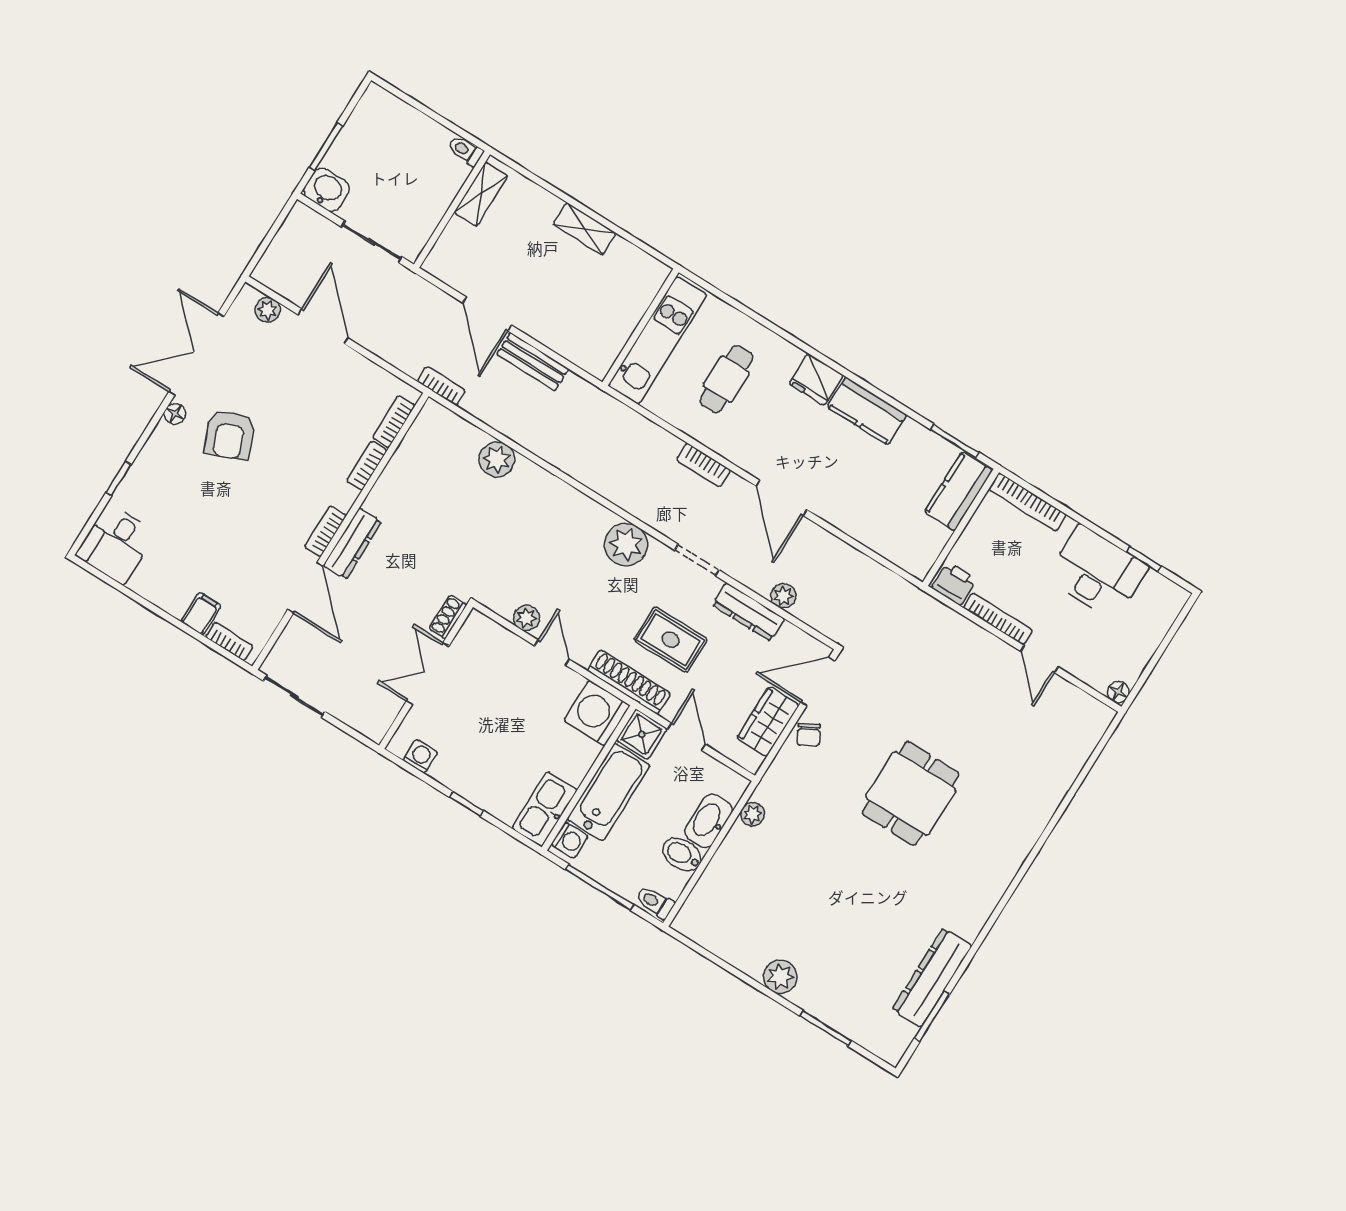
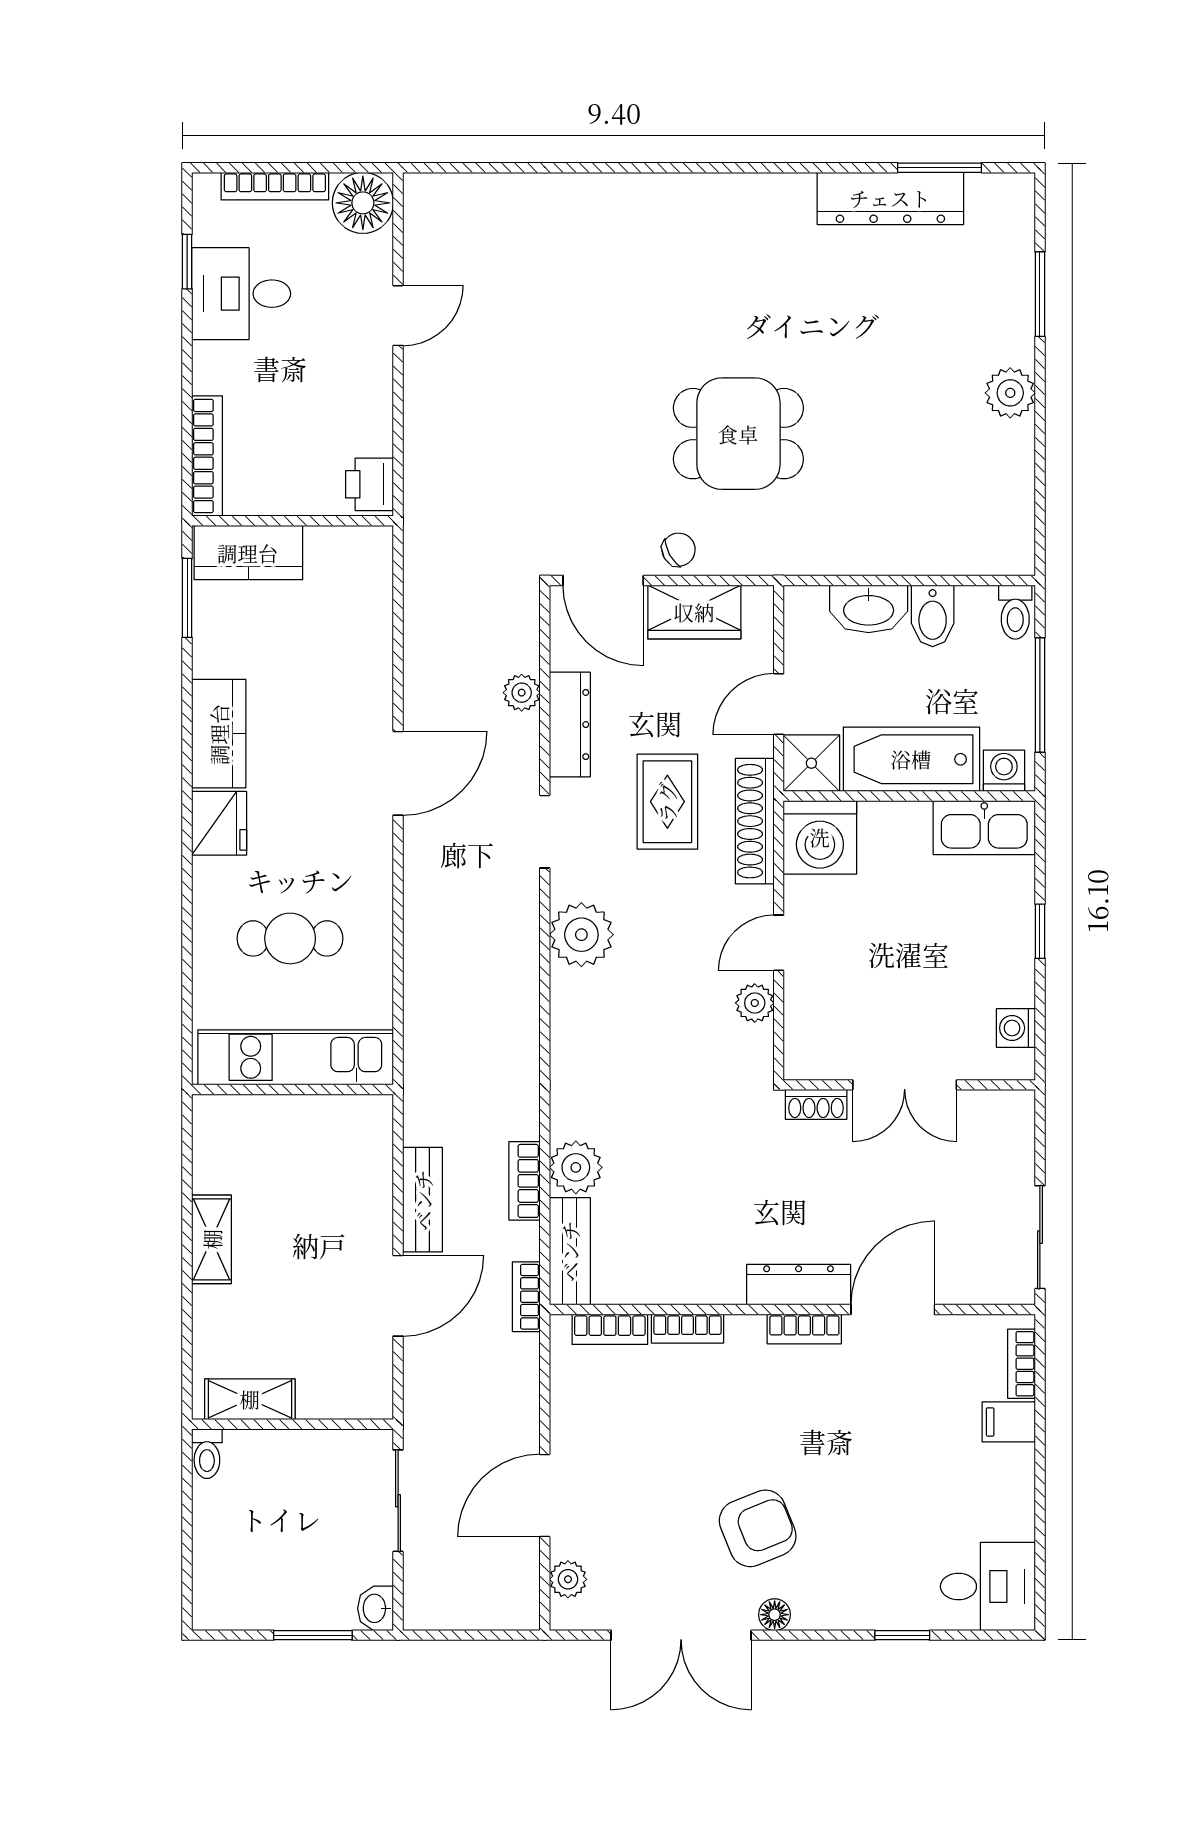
washbasin: (327, 190) -> (375, 1608), width x0.72, depth x0.69
bench: (452, 426) -> (570, 1251), added
bookcase: (703, 465) -> (524, 1181), moved, turned 180
desk: (1097, 572) -> (241, 294), width x0.73
bookcase: (998, 619) -> (275, 186), moved, turned -90
floor lamp: (1118, 692) -> (363, 203), width x1.89, depth x1.89
dining table: (911, 793) -> (738, 434), moved
plant: (752, 814) -> (825, 558), removed

